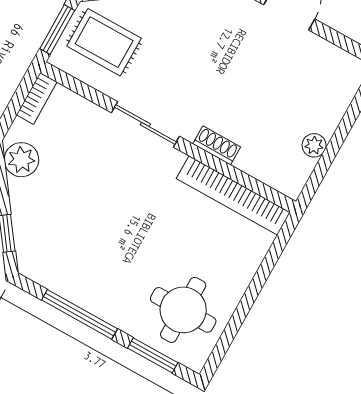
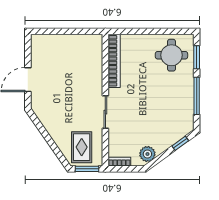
shoe rack: (217, 145) -> (98, 79), removed
plant: (314, 145) -> (76, 40), removed

